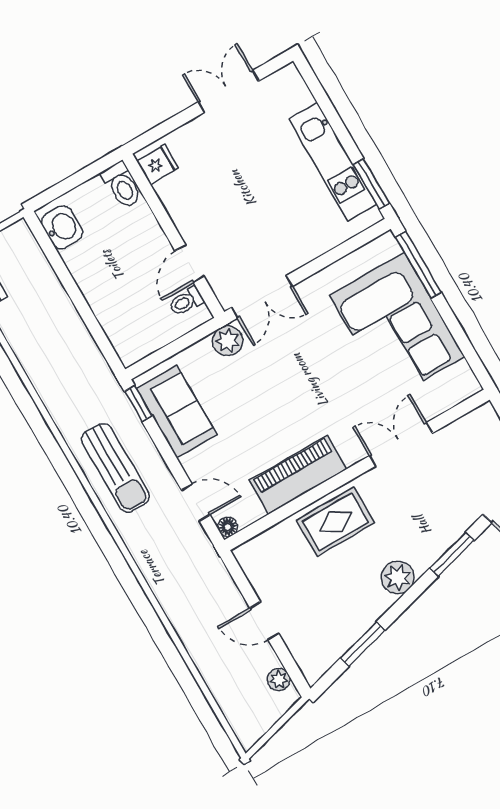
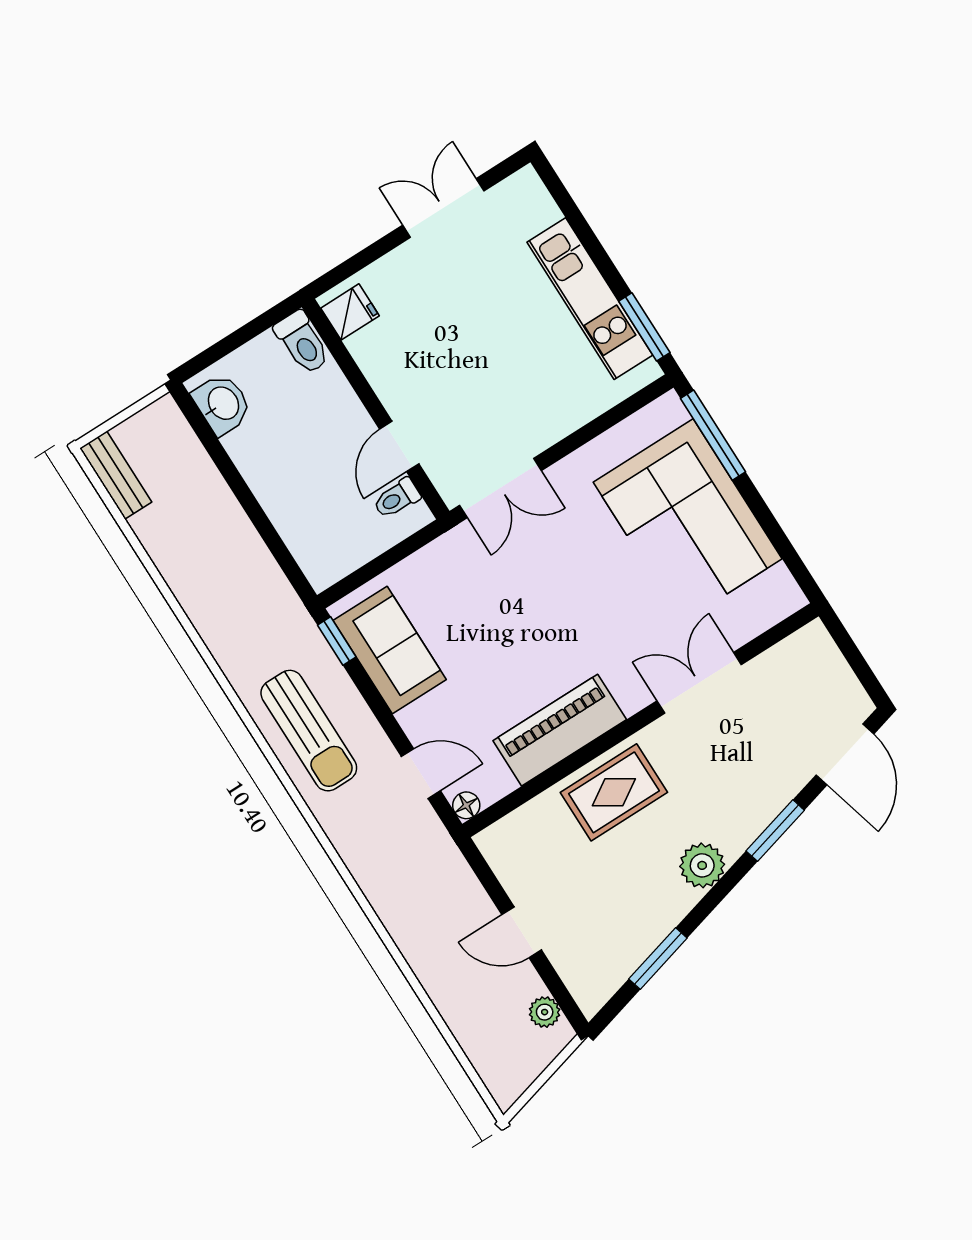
plant: (228, 341) -> (456, 550), removed

